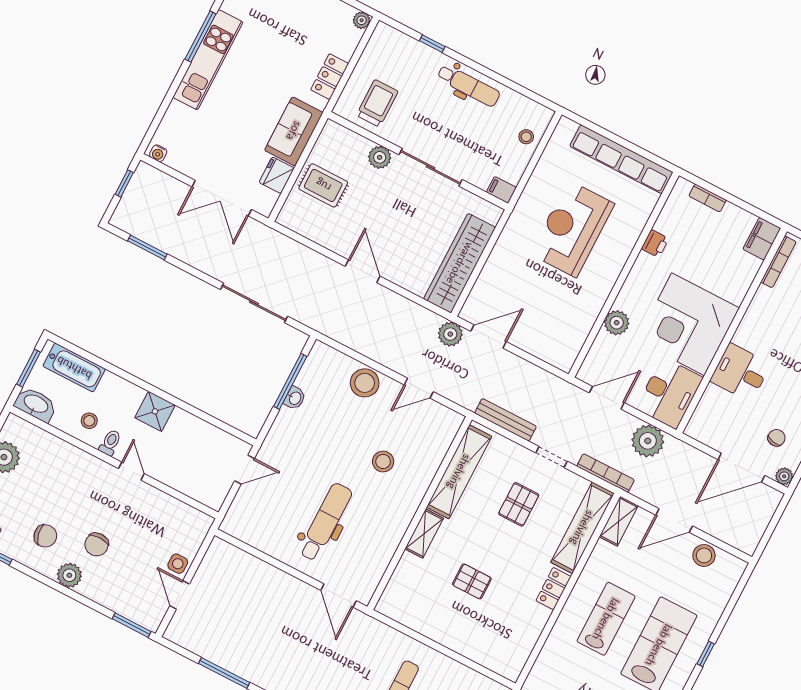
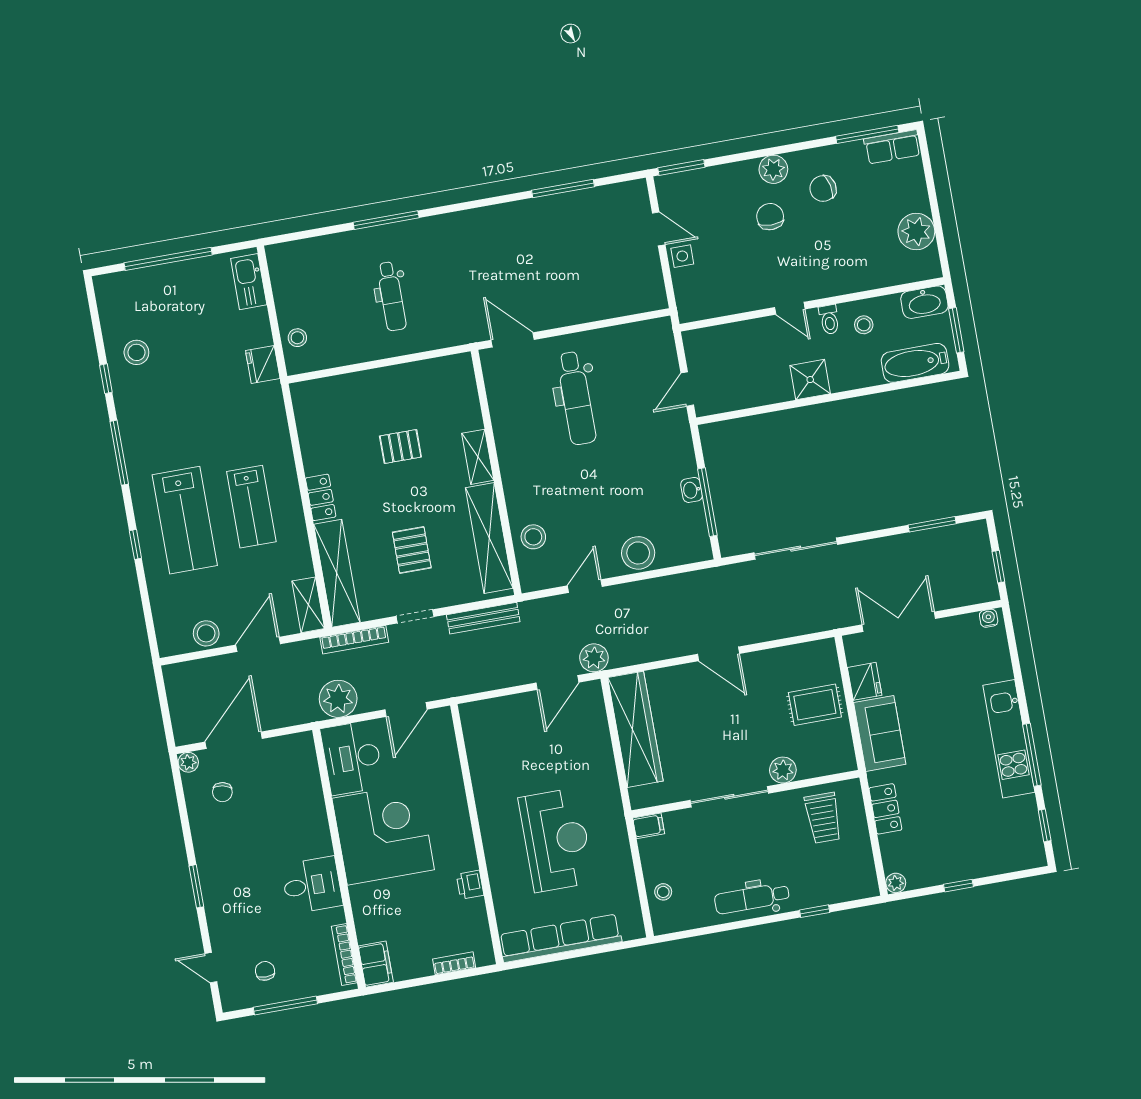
plant: (617, 323) -> (450, 785), removed
desk: (740, 372) -> (312, 885), moved
stool: (383, 462) -> (533, 537), moved

